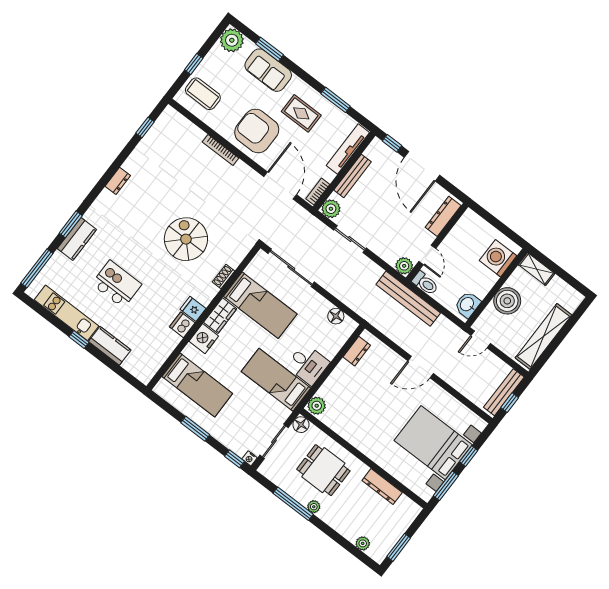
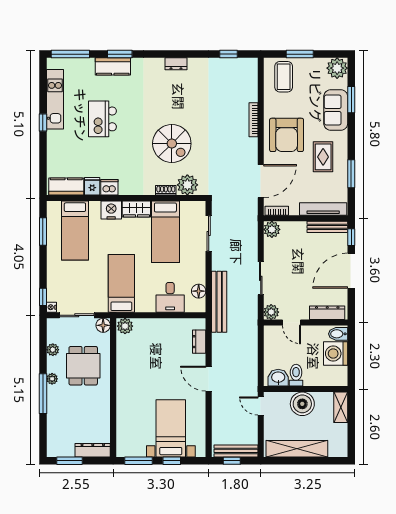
window: (194, 64) -> (300, 54), width x1.50
armchair: (257, 131) -> (287, 135), turned 180
bench: (353, 176) -> (327, 227), moved
bidet: (469, 221) -> (338, 334), added
spiral stairs: (186, 239) -> (172, 144), turned 90
sliding door: (350, 239) -> (261, 278), moved
plant: (233, 253) -> (187, 185), added
door: (427, 255) -> (291, 323), hinge flipped
washing machine: (498, 258) -> (336, 354), moved, turned -90
sliding door: (291, 268) -> (209, 233), width x0.73
toilet: (425, 283) -> (296, 375), moved, turned 180
kitchen island: (117, 284) -> (102, 119), turned 180
bench: (408, 299) -> (219, 302), moved
fridge: (193, 309) -> (92, 186), moved
kitchen counter: (110, 346) -> (66, 187), moved, turned -90
dresser: (357, 351) -> (199, 342), moved, turned 90
desk: (308, 364) -> (170, 297), moved
window: (195, 429) -> (43, 232), moved
bed with nightstands: (433, 443) -> (171, 428), width x0.73
dresser: (382, 487) -> (93, 450), moved, turned 90
window: (293, 504) -> (43, 394), moved
plant: (363, 543) -> (53, 350), moved

